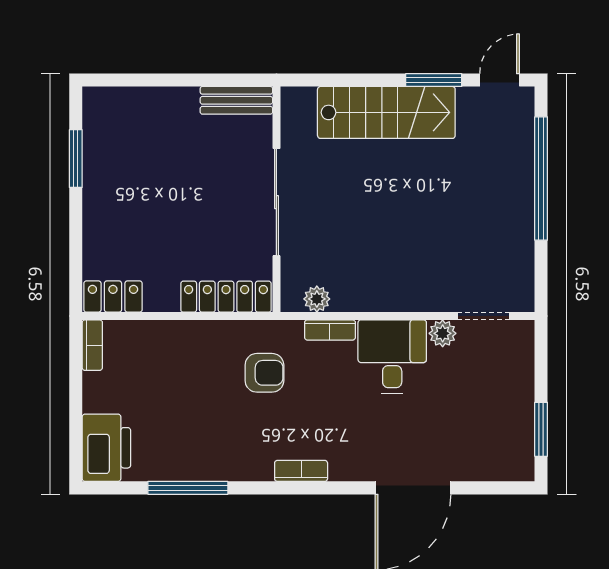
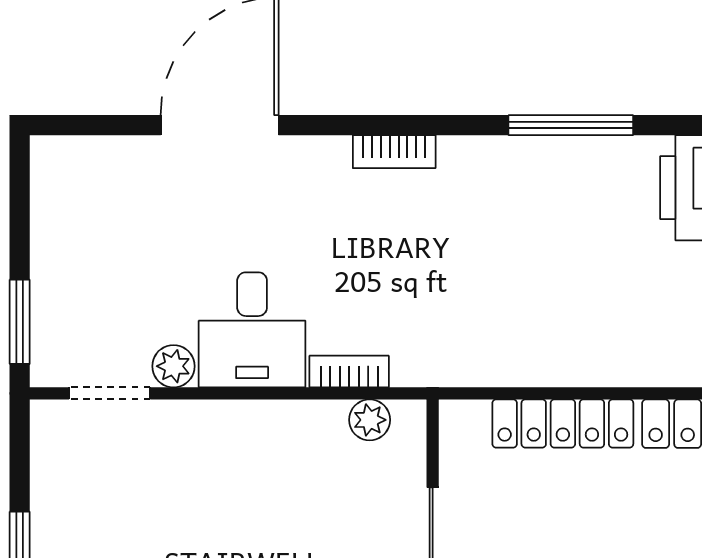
locker: (226, 297) -> (563, 423), moved
armchair: (264, 373) -> (451, 305), removed
window: (541, 429) -> (20, 322), moved

